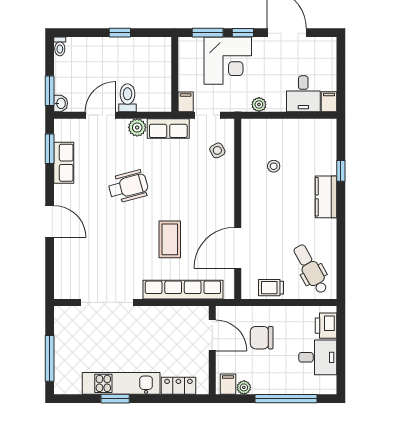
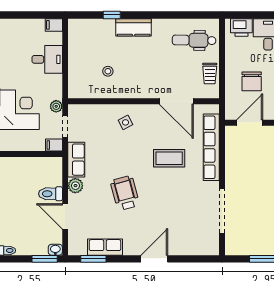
desk: (303, 94) -> (47, 59), moved
plant: (259, 104) -> (56, 106), moved
side table: (217, 150) -> (126, 122), moved
dental chair: (311, 269) -> (194, 40), turned 30

